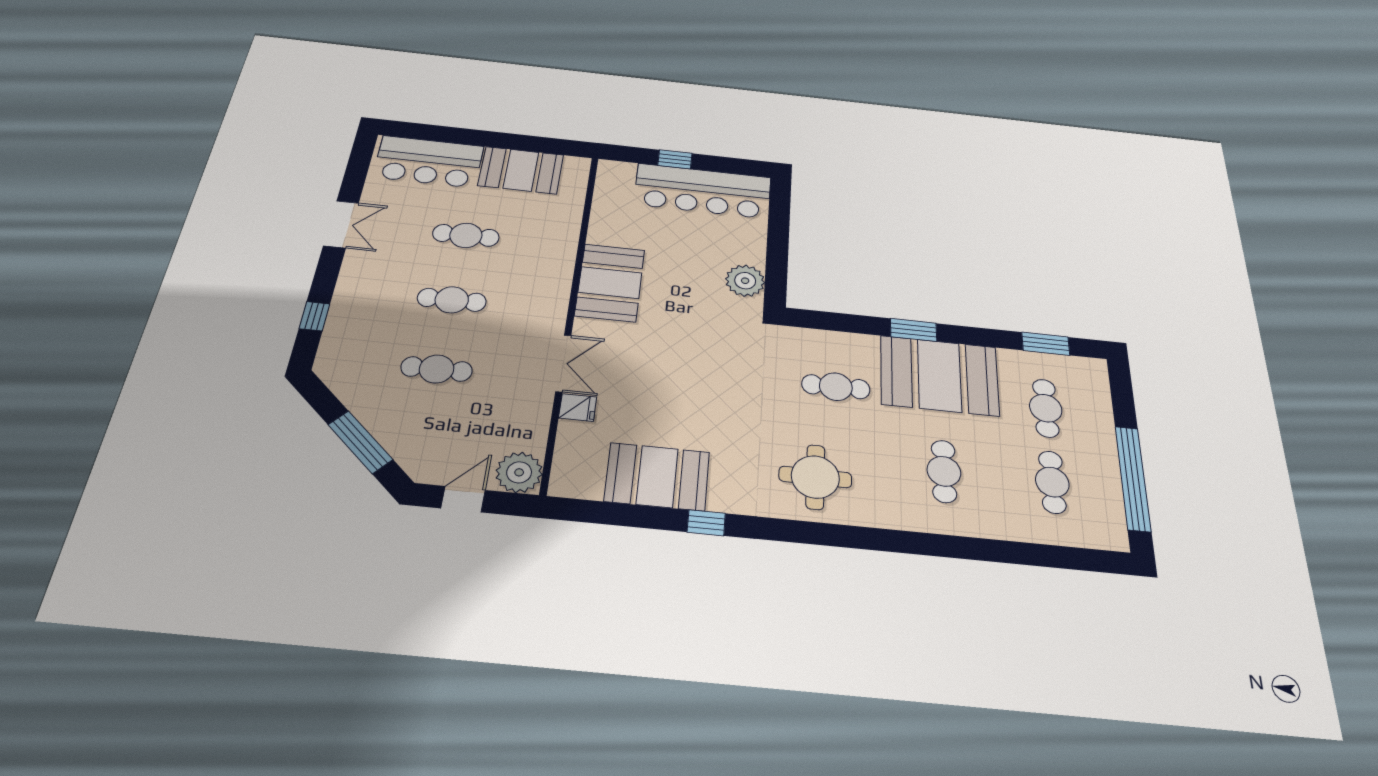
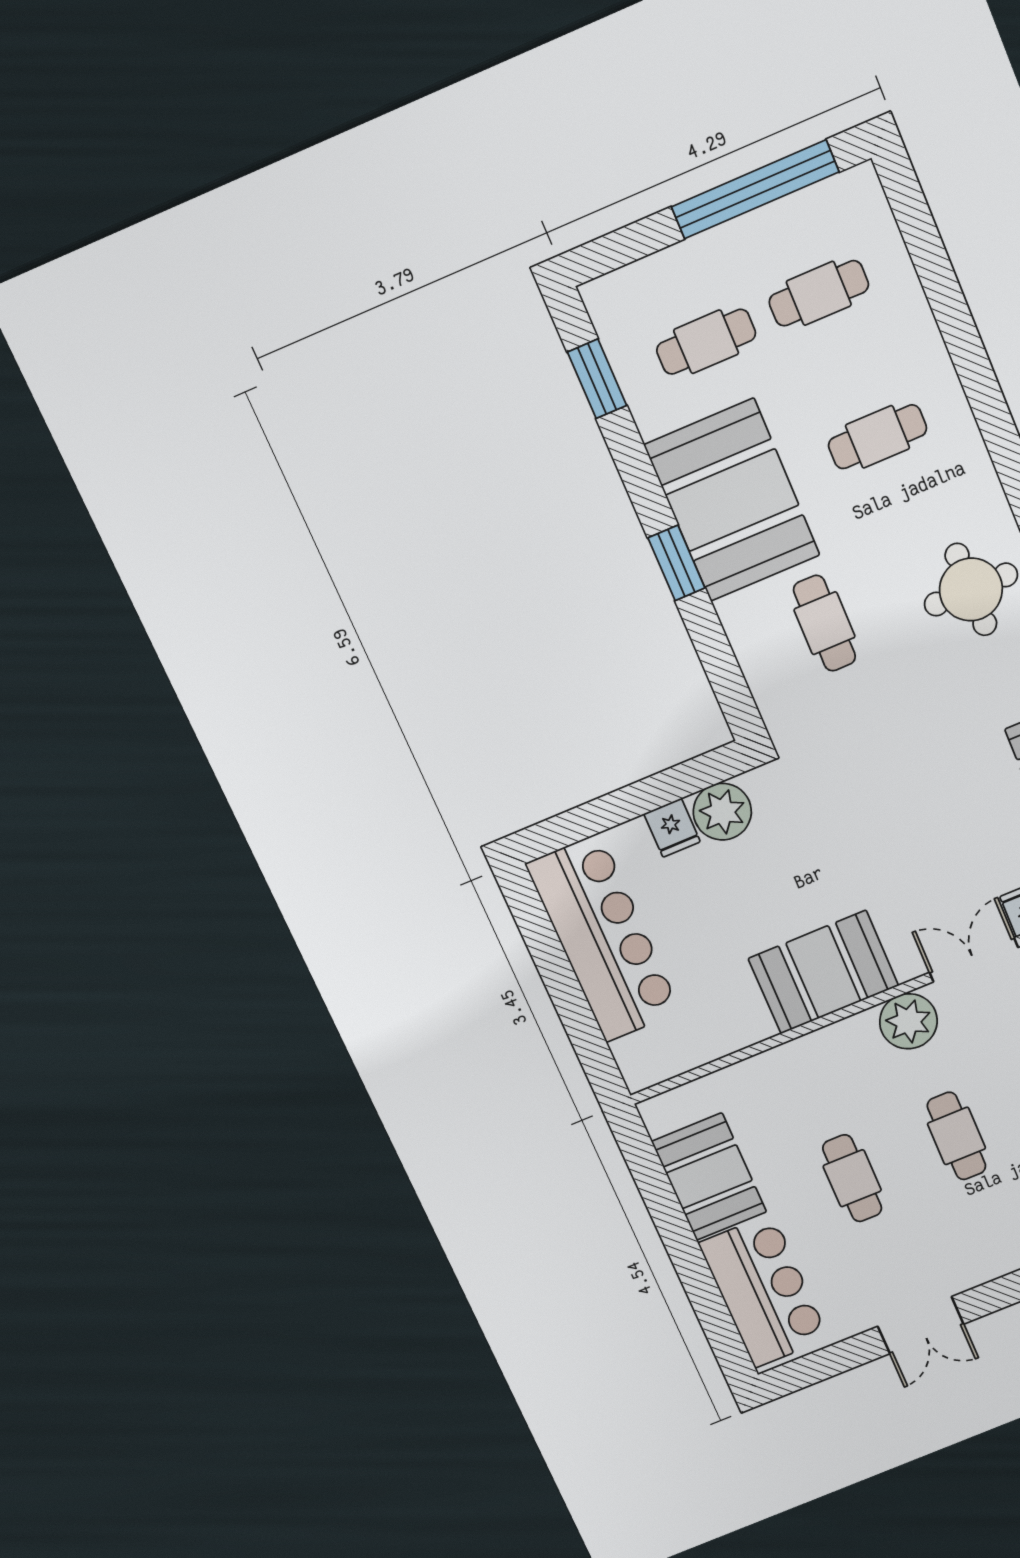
window: (675, 159) -> (570, 1001), removed
double door: (341, 224) -> (921, 1325), swing flipped
fridge: (750, 253) -> (672, 828), added
plant: (547, 310) -> (908, 1021), added

